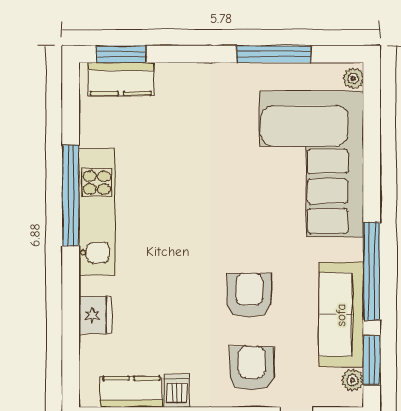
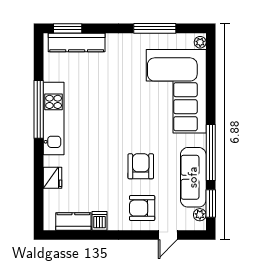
kitchen counter: (121, 79) -> (77, 42), width x1.50
armchair: (252, 368) -> (142, 208), turned -90

